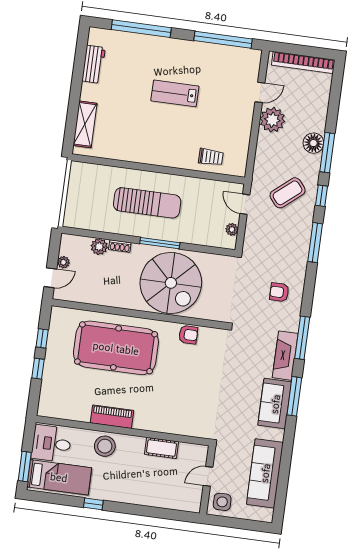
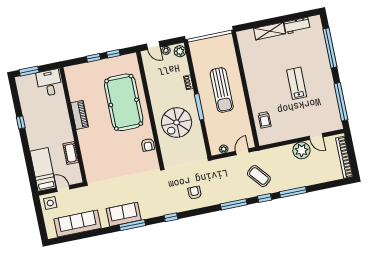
shelving: (85, 124) -> (269, 31), moved
floor lamp: (313, 143) -> (296, 181), removed
plant: (99, 247) -> (180, 51), moved
spiral stairs: (171, 283) -> (177, 123), width x0.73, depth x0.73
window: (302, 338) -> (171, 217), width x0.46
fireplace: (285, 356) -> (156, 210), removed
stool: (105, 446) -> (59, 117), removed
bed: (59, 477) -> (43, 169), moved, turned 180

